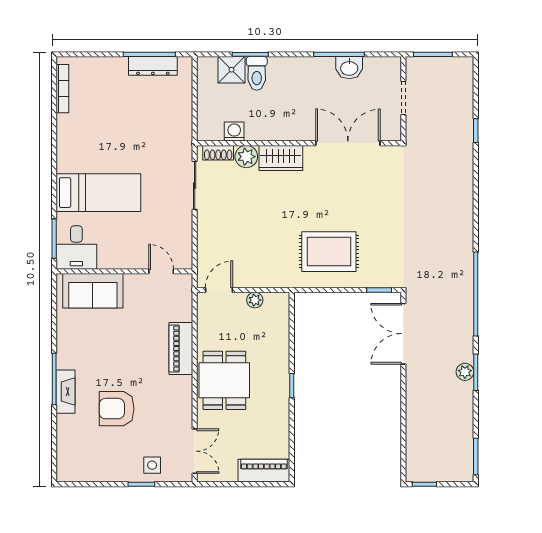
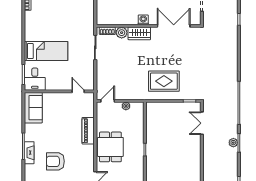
washing machine: (234, 132) -> (143, 20), moved
sofa: (93, 291) -> (33, 108), moved, turned -90
double door: (403, 334) -> (202, 123), width x0.73

